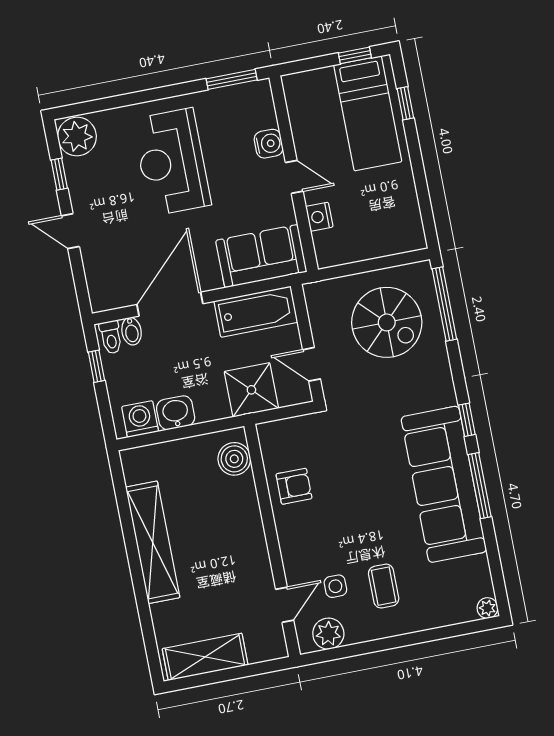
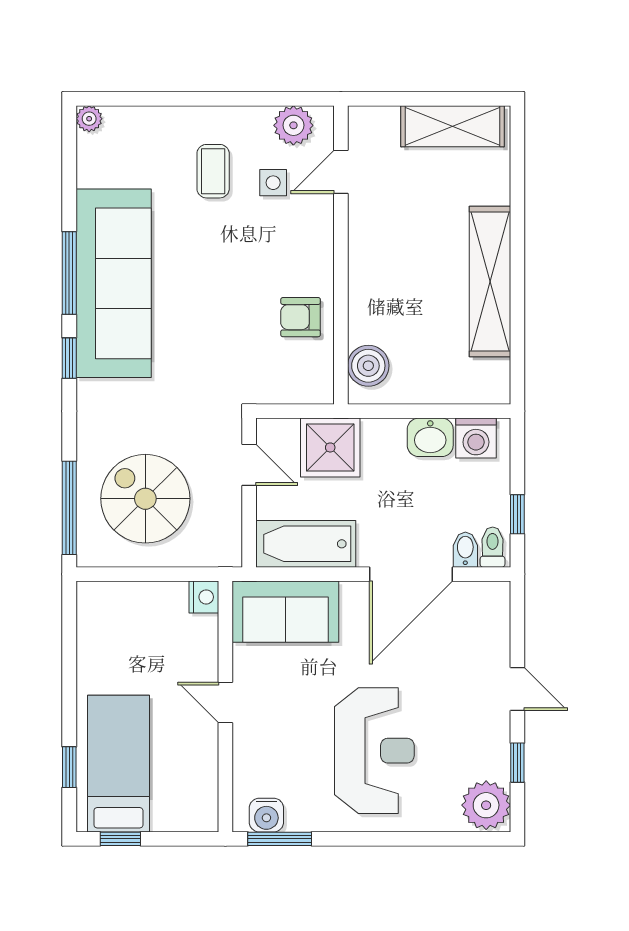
water cooler: (269, 144) -> (266, 815), moved, turned -90
nightstand: (319, 217) -> (204, 597), moved

